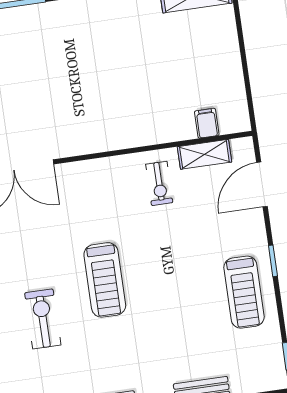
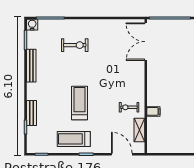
filing cabinet: (207, 123) -> (153, 111), moved
treadmill: (105, 280) -> (80, 103), moved, turned 90

